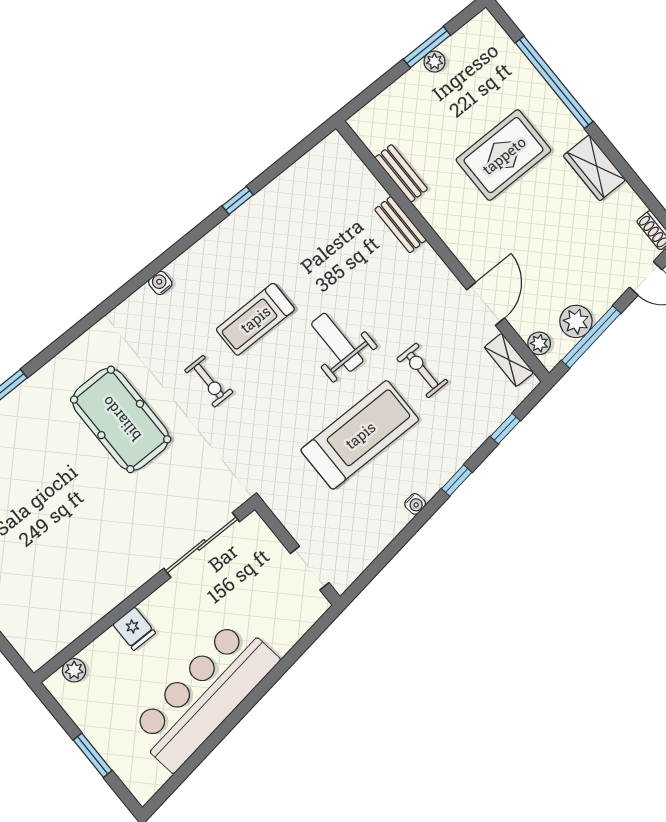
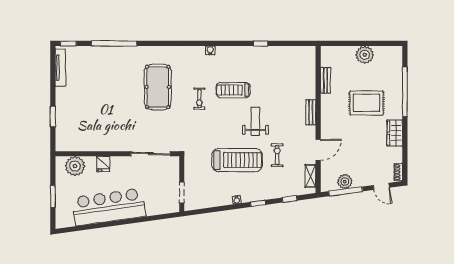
window: (427, 47) -> (370, 43), removed
plant: (434, 62) -> (365, 55), width x1.88, depth x1.88
bench: (400, 225) -> (311, 112), moved
plant: (539, 343) -> (326, 179), removed
plant: (74, 670) -> (75, 166), width x1.88, depth x1.88

